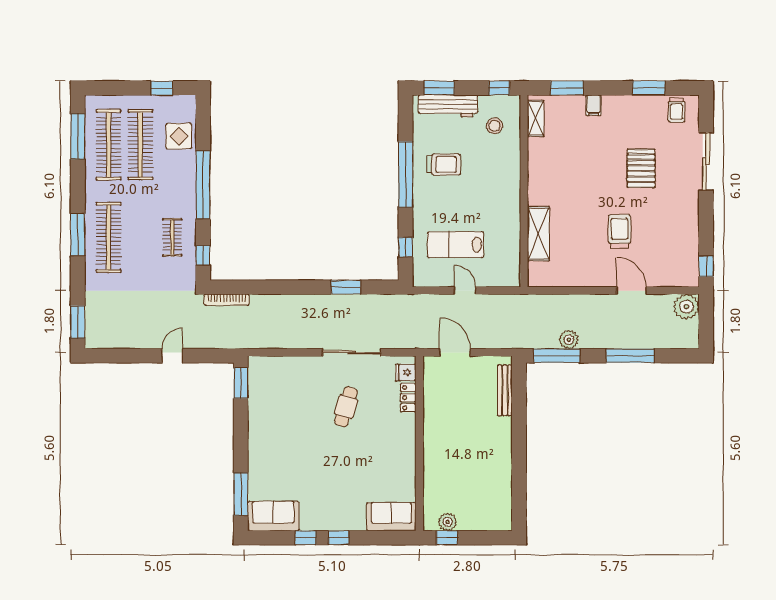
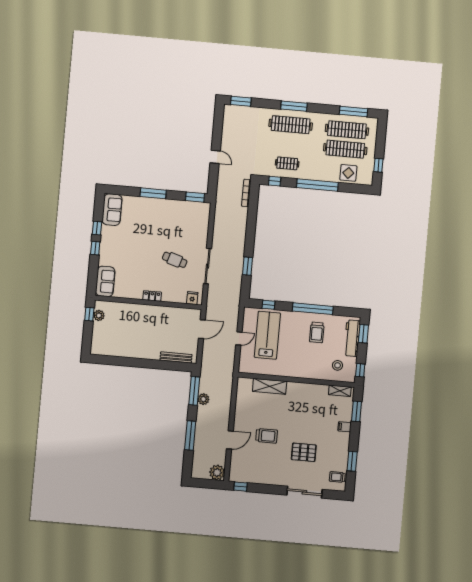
lab bench: (455, 245) -> (267, 335), width x1.36, depth x1.39
locker: (408, 398) -> (152, 296), moved
window: (241, 494) -> (153, 193), moved

